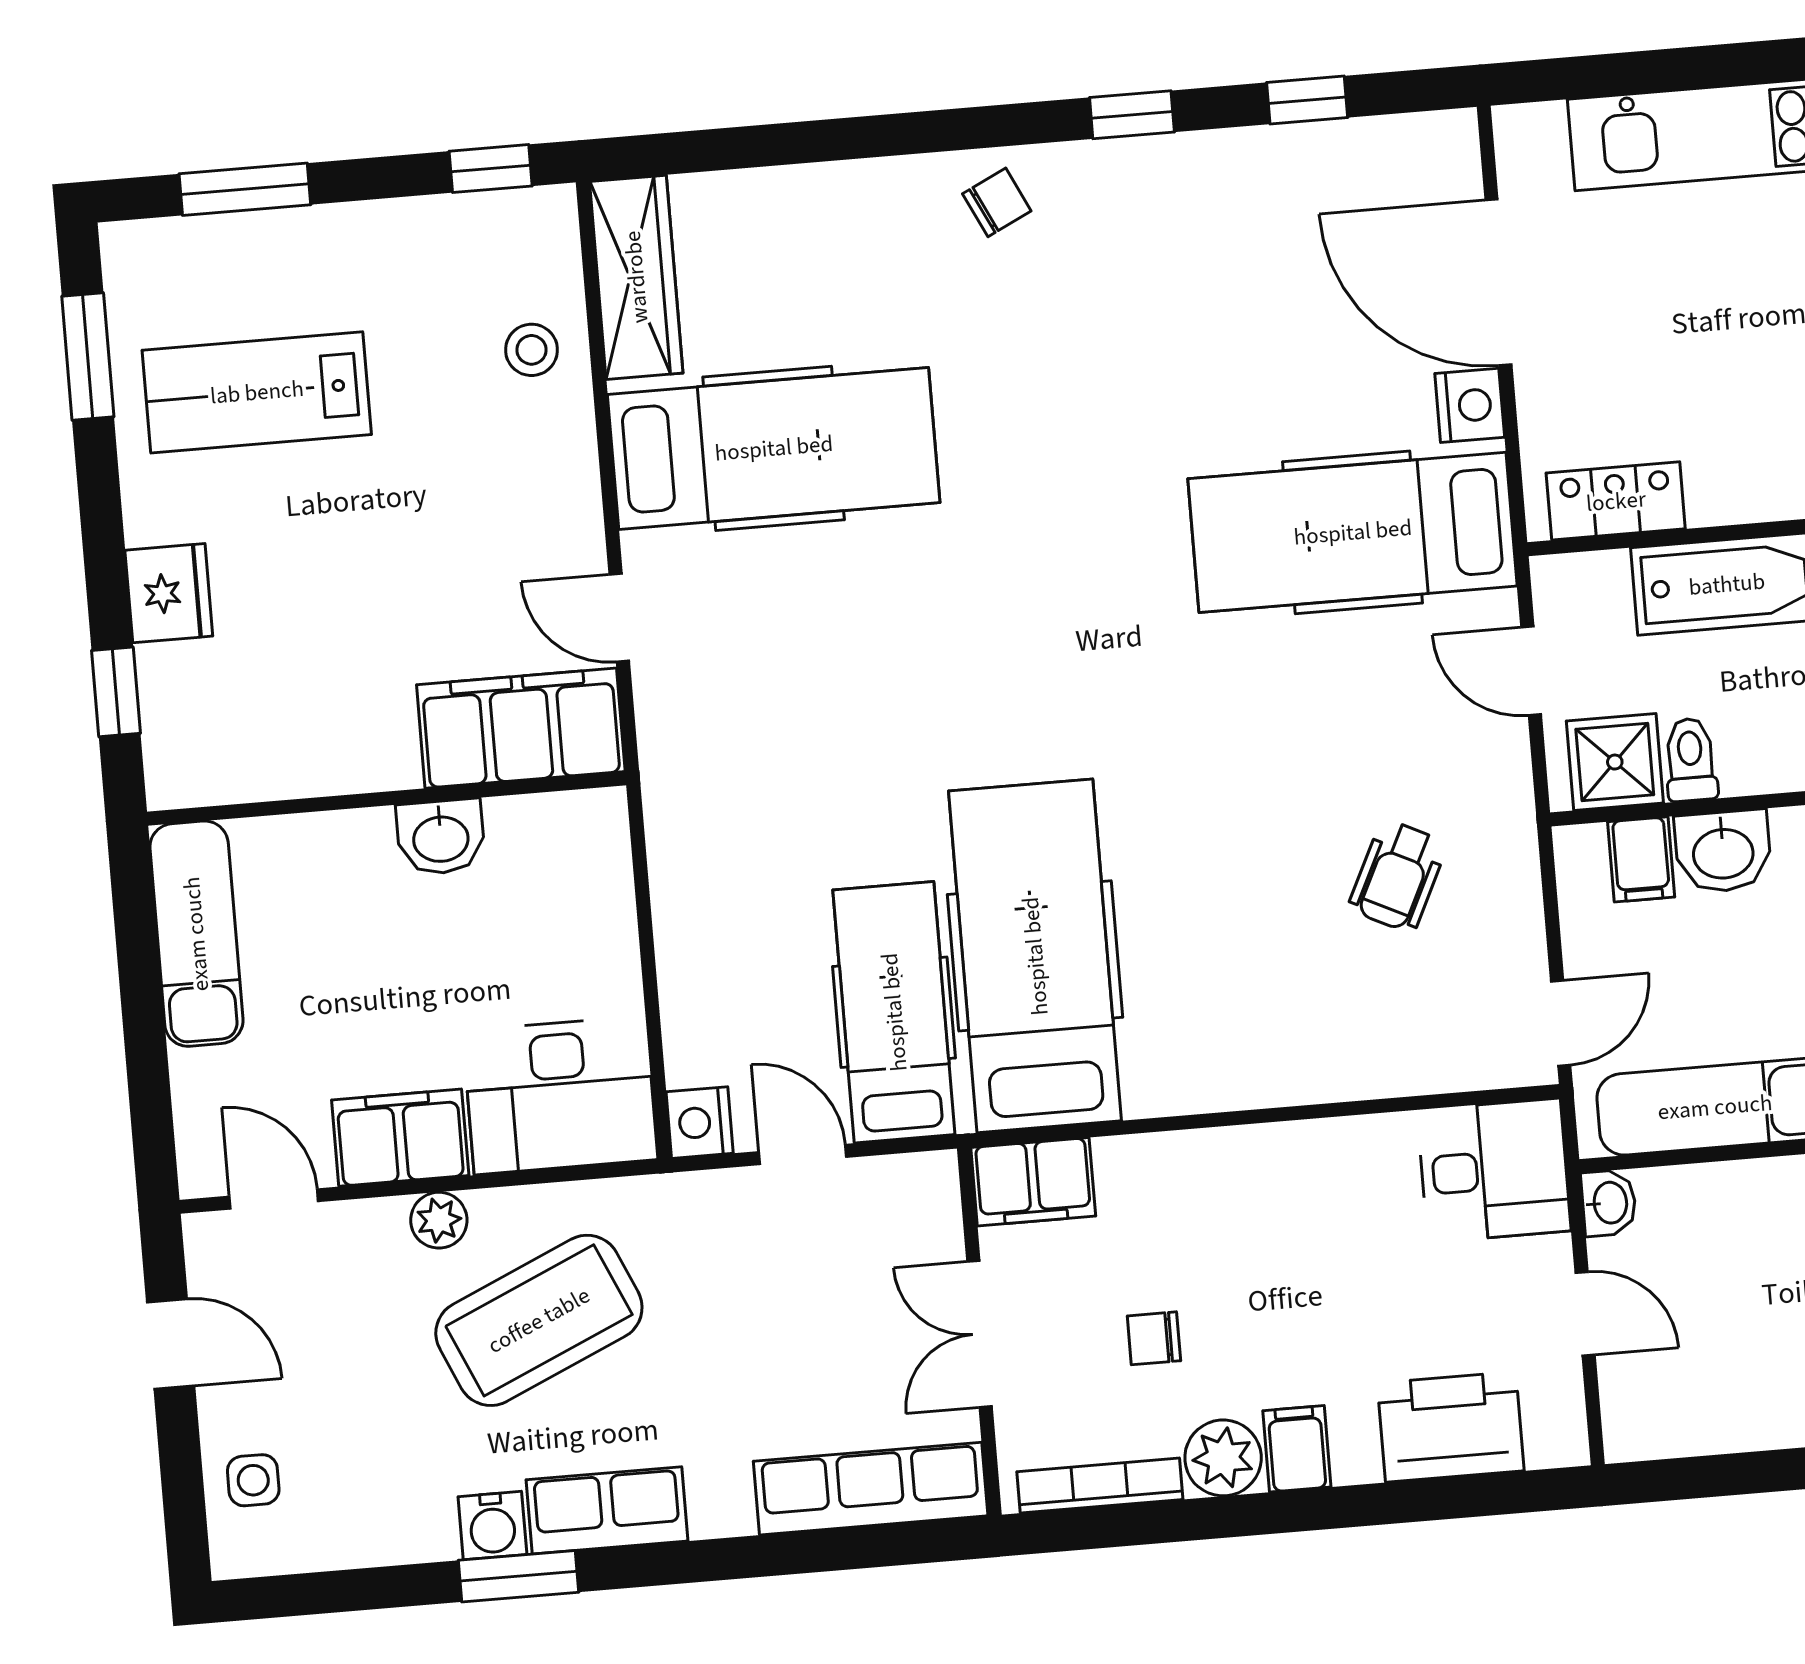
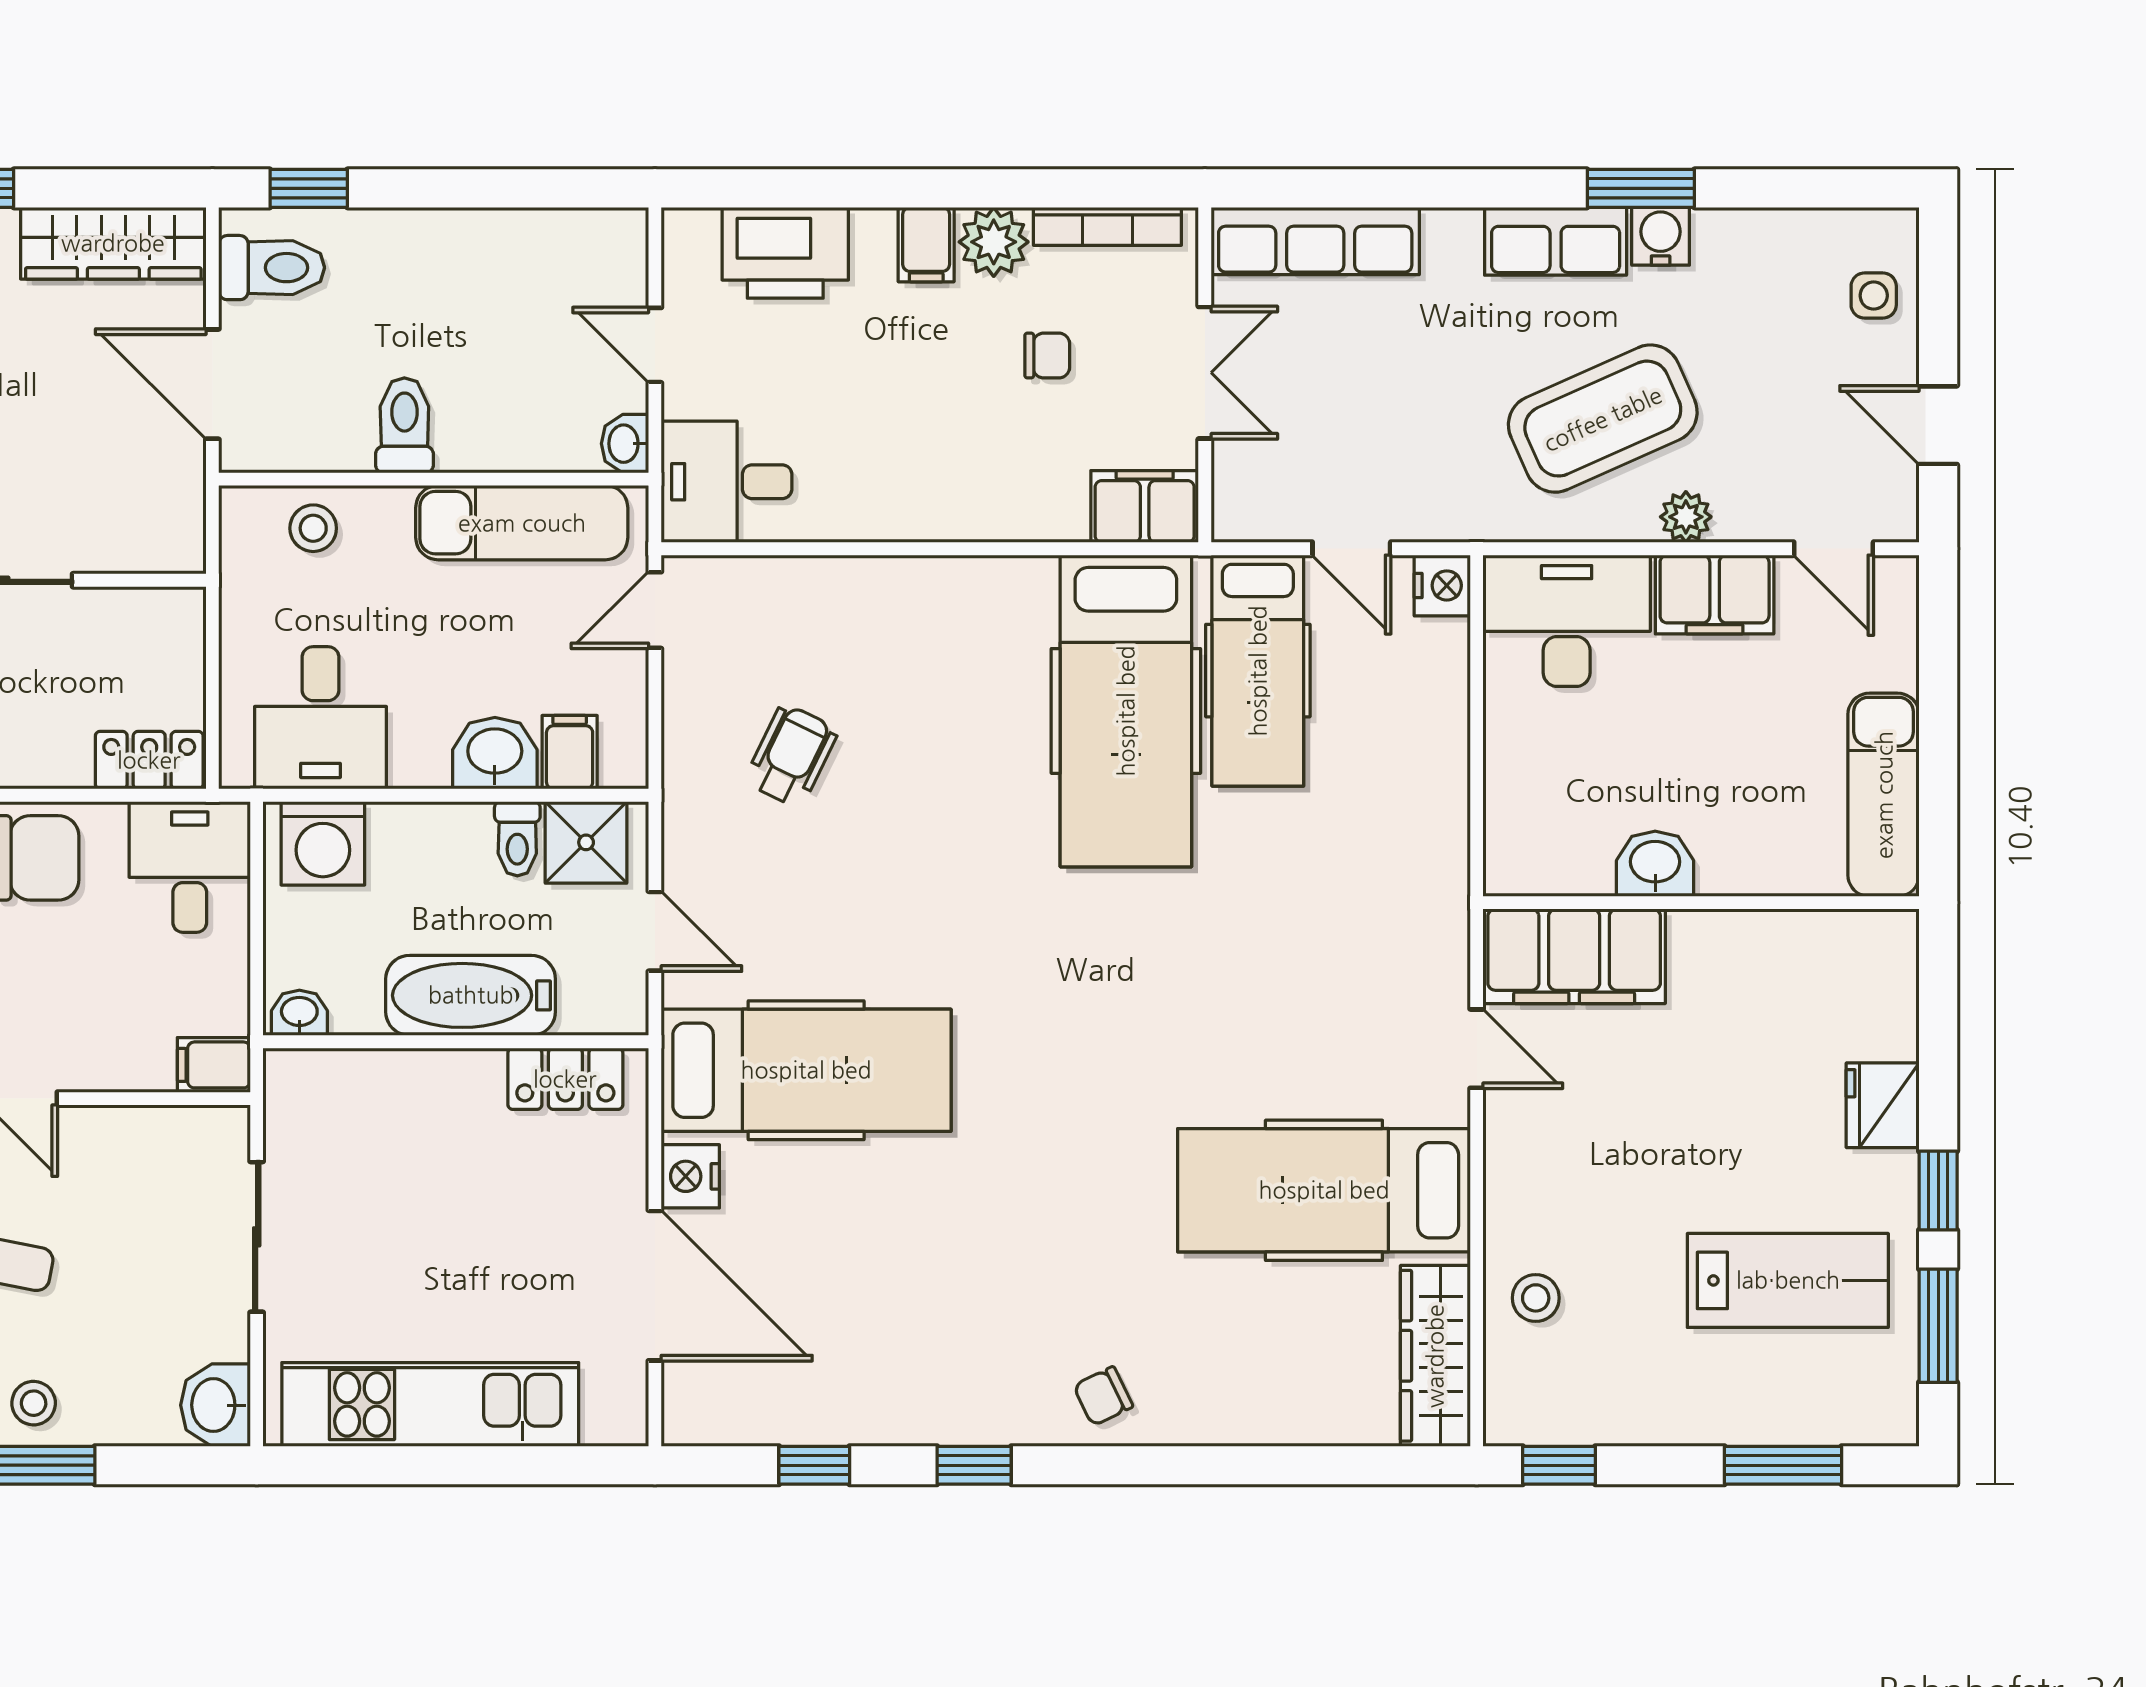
window: (116, 692) -> (1938, 1191), moved

